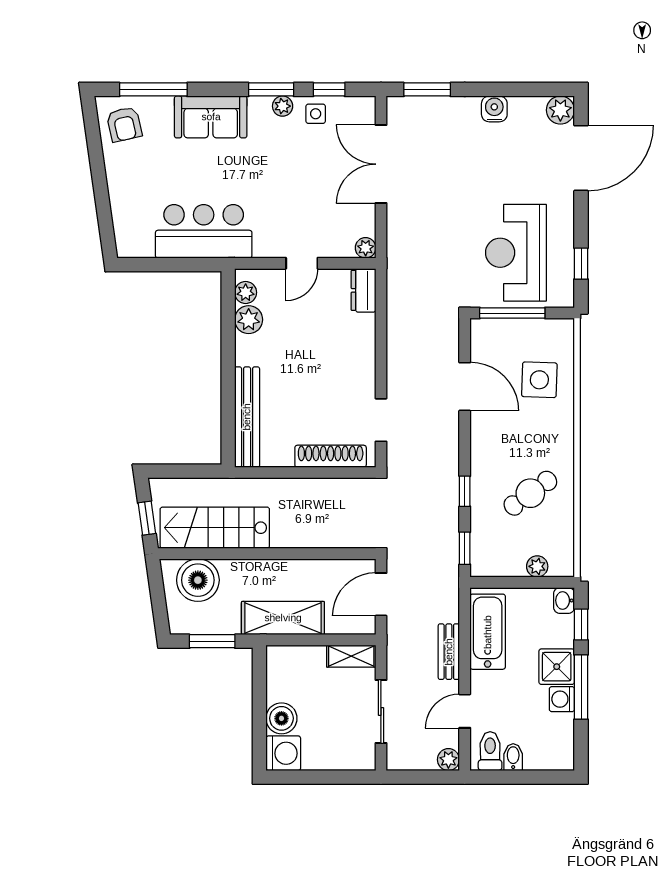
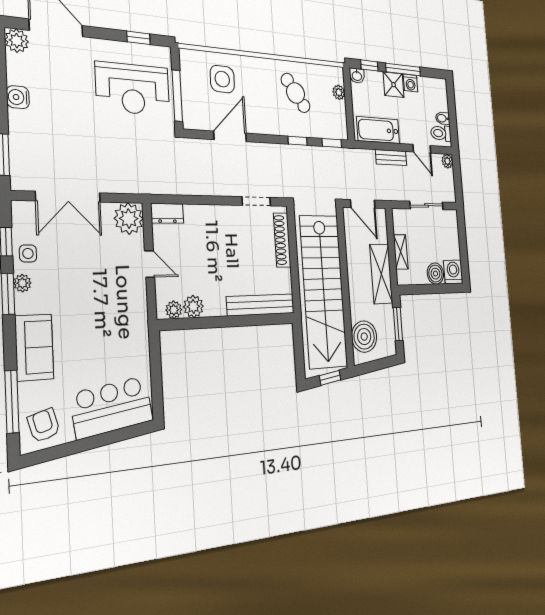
armchair: (124, 124) -> (44, 425), turned -93
bar counter: (204, 231) -> (112, 407), moved, turned 82
plant: (366, 248) -> (129, 219), width x1.88, depth x1.88
stairs: (215, 528) -> (324, 291), width x1.86, depth x1.51
shelving: (351, 656) -> (401, 252), moved

